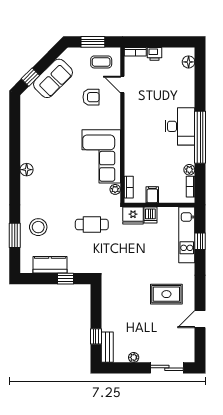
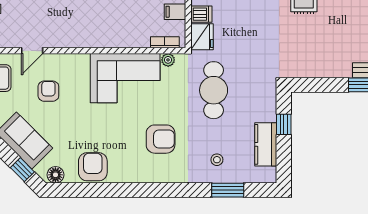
armchair: (33, 131) -> (93, 167), added
floor lamp: (27, 170) -> (55, 175), moved
armchair: (54, 184) -> (161, 139), added
cafe table: (92, 225) -> (214, 90), width x1.37, depth x1.35
stool: (38, 227) -> (217, 160), width x0.53, depth x0.53

